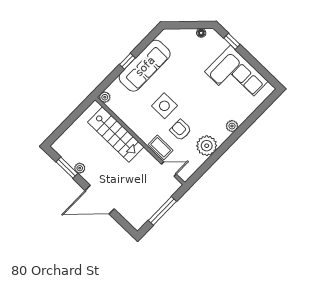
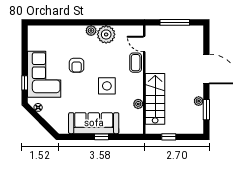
corner sofa: (236, 77) -> (44, 74), moved
plant: (105, 97) -> (138, 104), moved
window: (74, 116) -> (169, 137), added
plant: (232, 126) -> (91, 31), moved
armchair: (181, 130) -> (77, 65), moved

